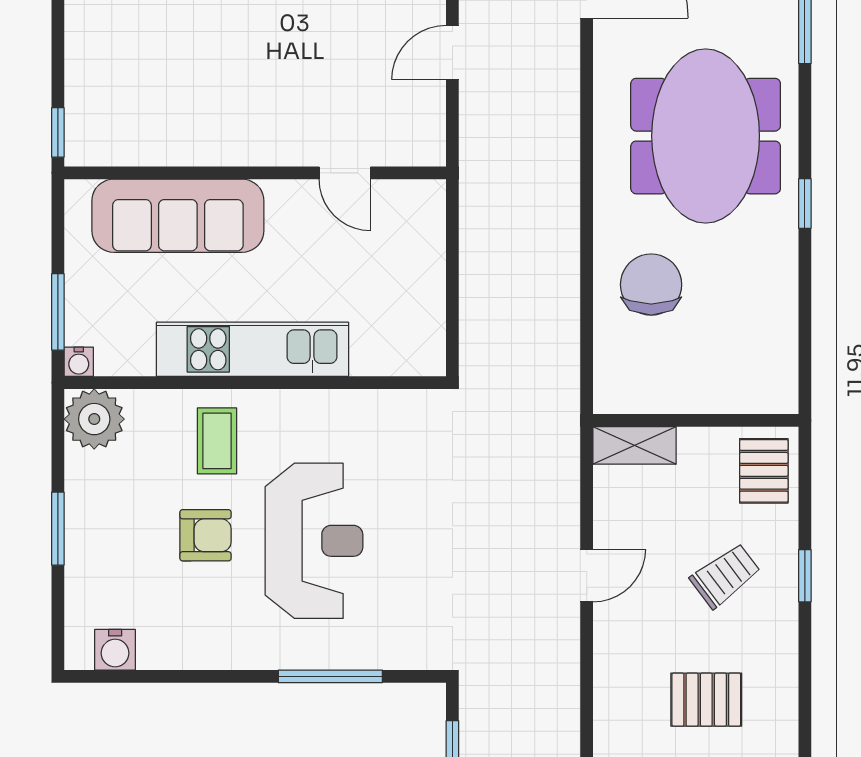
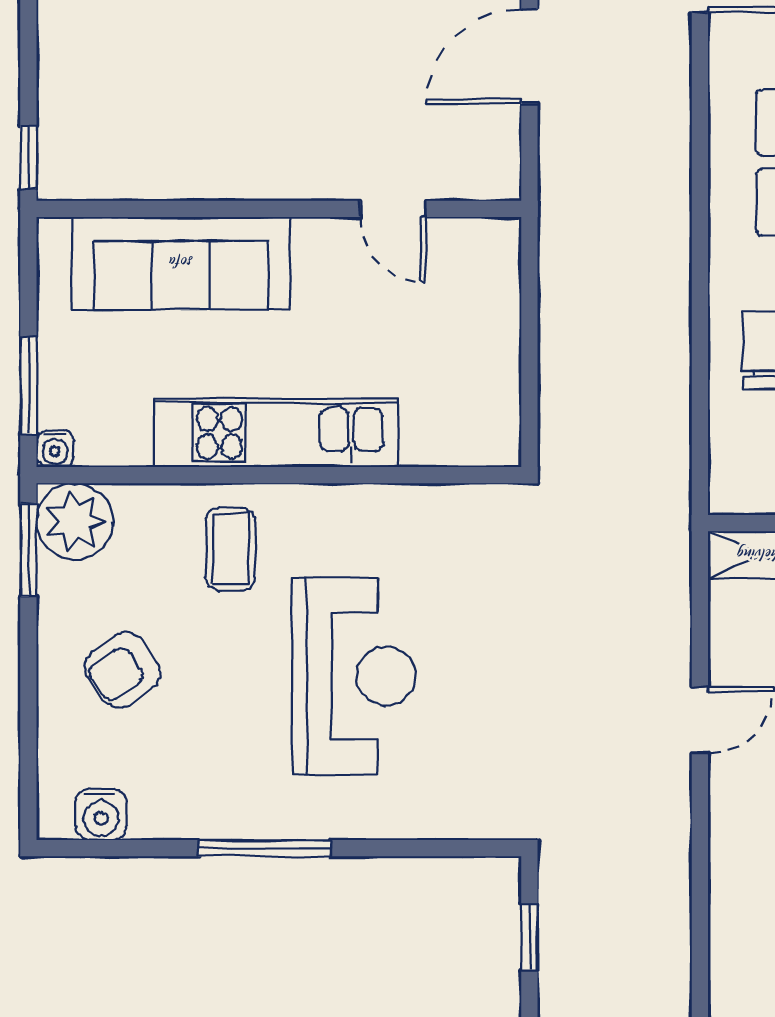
door: (452, 53) -> (529, 56), width x1.38
window: (58, 529) -> (28, 550), moved
armchair: (205, 535) -> (122, 670), moved, turned 145
window: (330, 676) -> (265, 848), moved

